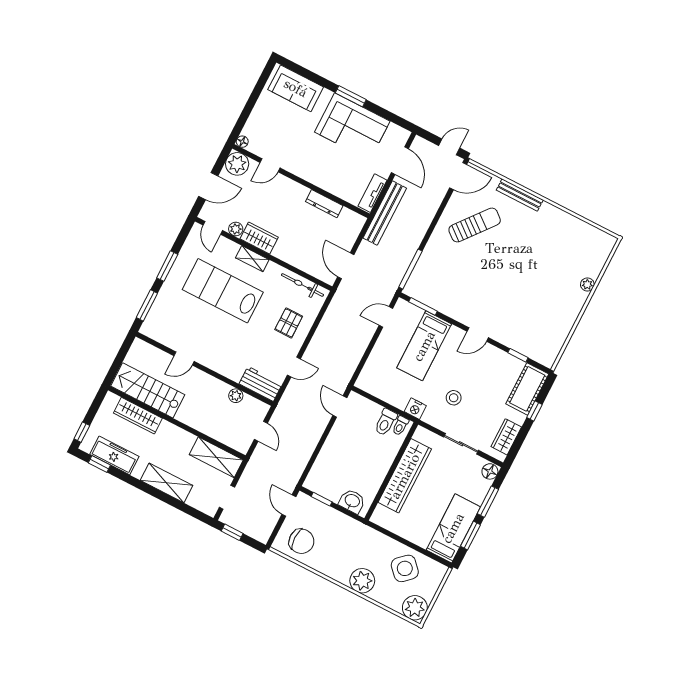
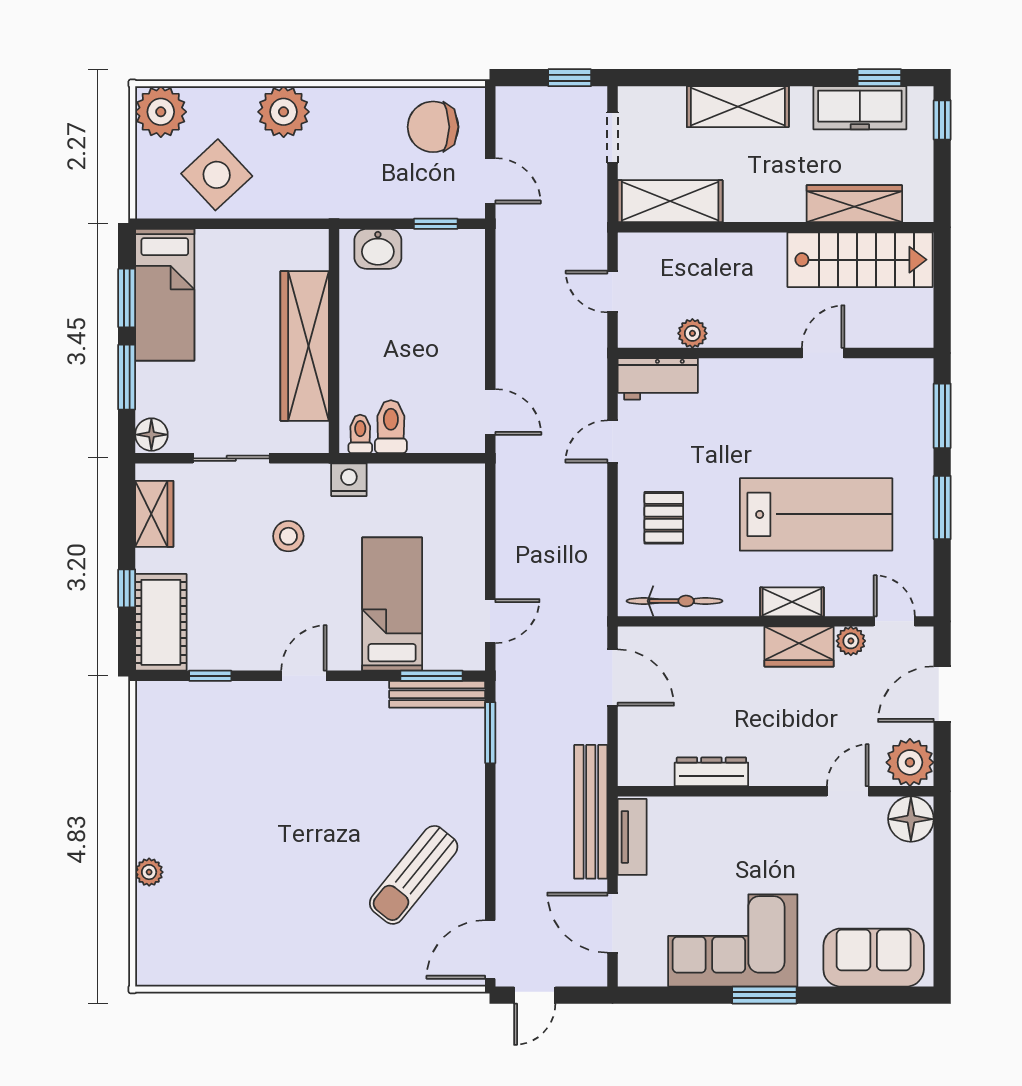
floor lamp: (242, 142) -> (911, 819), width x1.89, depth x1.89
bench: (520, 195) -> (437, 694), moved
window: (410, 269) -> (490, 733), width x0.69

